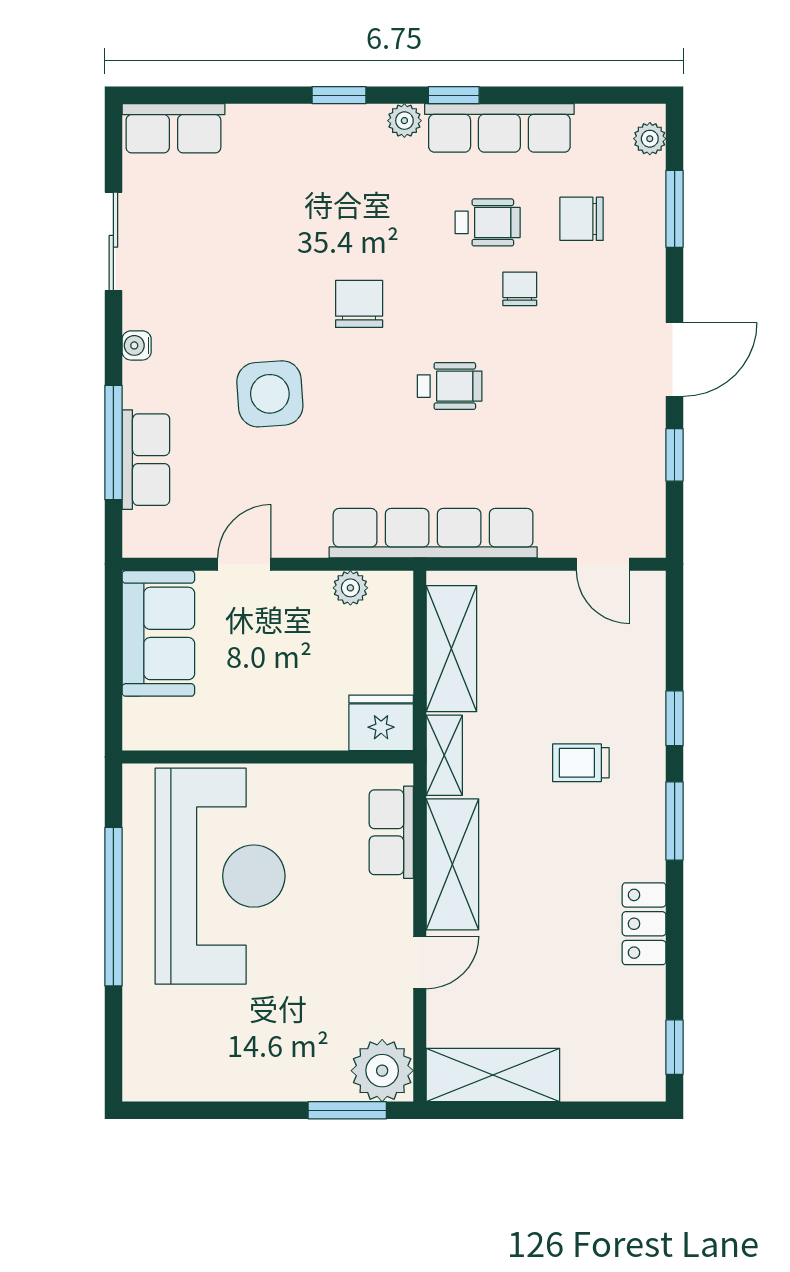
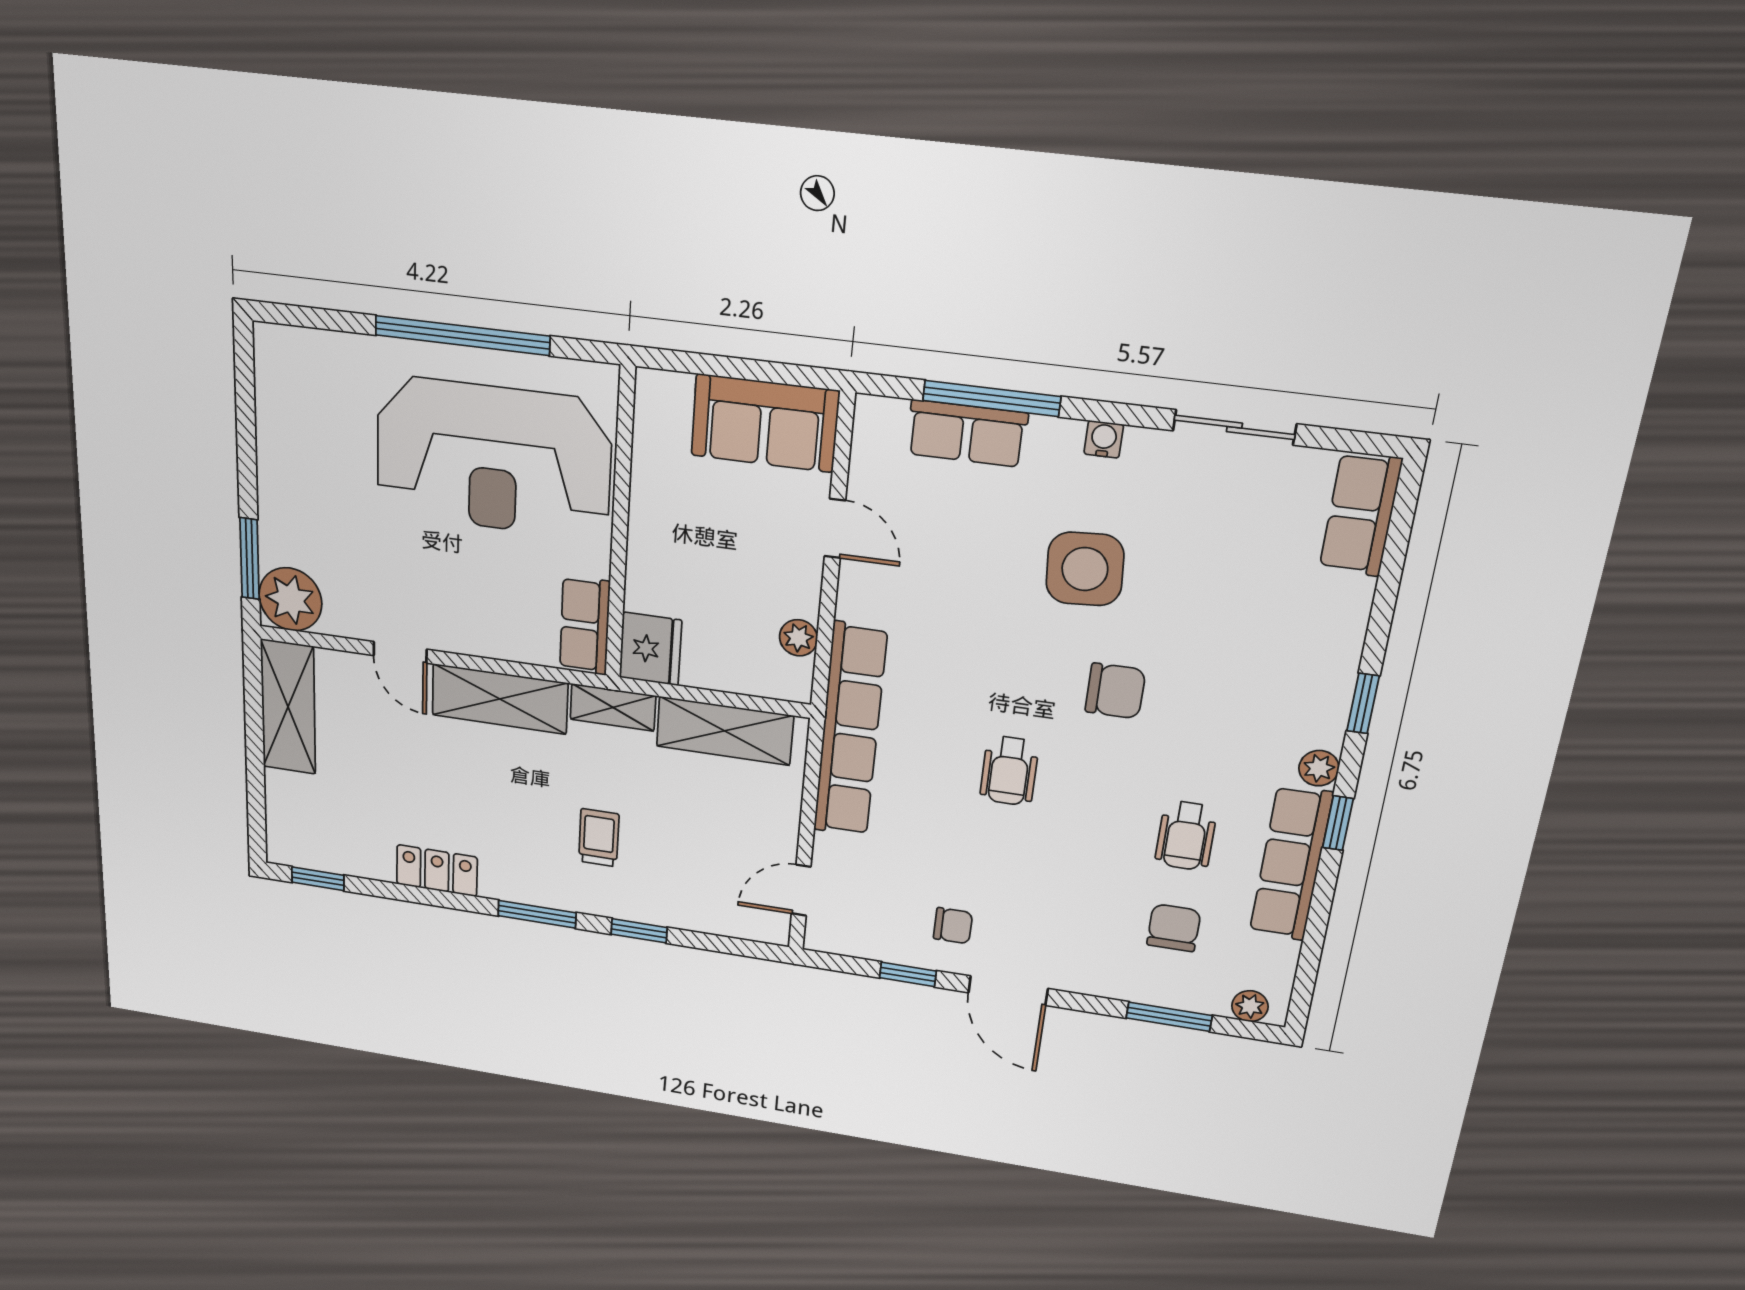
chair: (520, 289) -> (953, 926), moved
side table: (270, 394) -> (1085, 569), moved
row of seats: (391, 832) -> (585, 626), moved, turned -90

